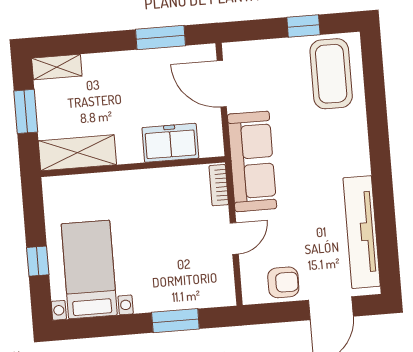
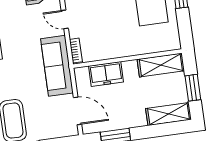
shelving: (57, 67) -> (169, 114), width x1.50, depth x1.33
door: (234, 239) -> (65, 19), hinge flipped

